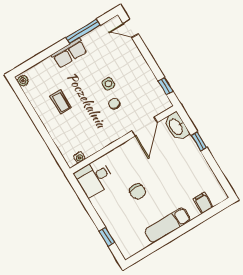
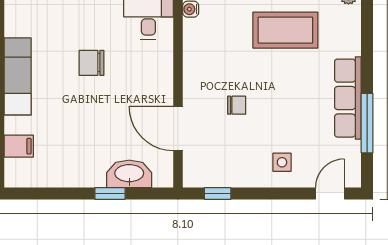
row of seats: (69, 53) -> (348, 98), width x1.48
side table: (108, 84) -> (282, 162), moved
coffee table: (61, 102) -> (285, 30), width x1.86, depth x1.72
washbasin: (176, 127) -> (129, 174), moved

